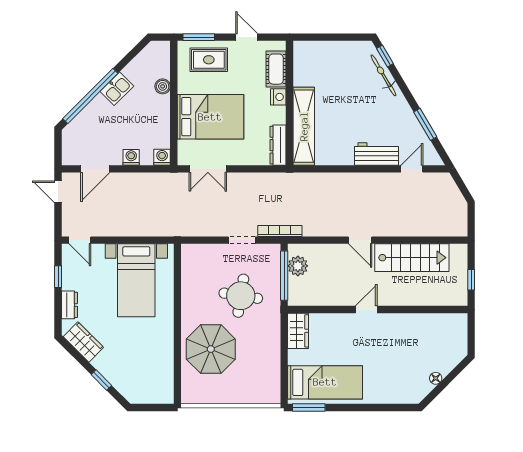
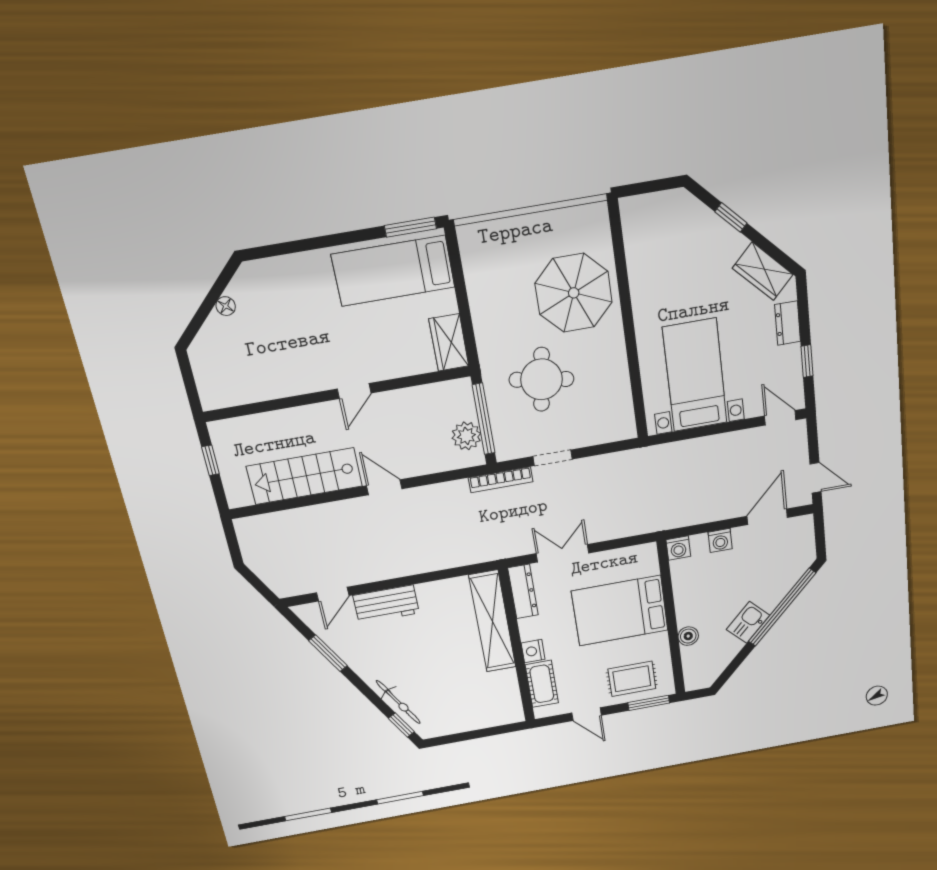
double door: (208, 169) -> (563, 553), moved

